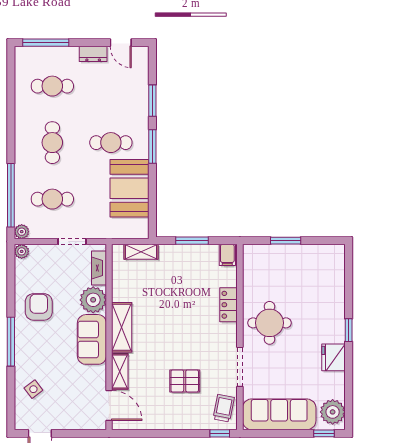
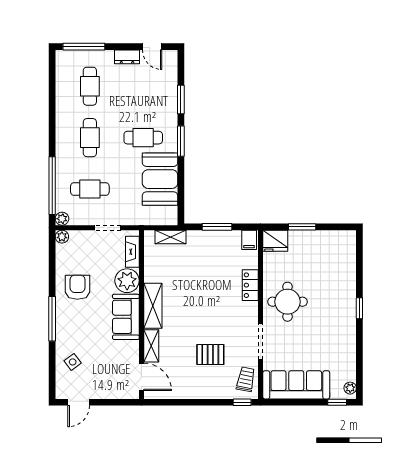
cafe table: (52, 86) -> (90, 86), turned 90
fridge: (333, 357) -> (275, 241), moved, turned -90
plant: (333, 412) -> (350, 388), width x0.53, depth x0.53

